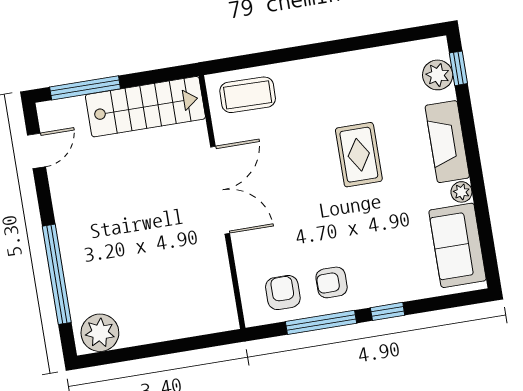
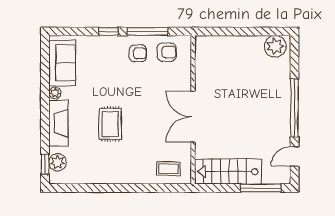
coffee table: (248, 95) -> (168, 169), width x0.73, depth x0.77
window: (57, 274) -> (294, 108), moved
armchair: (283, 293) -> (167, 52), turned -90

